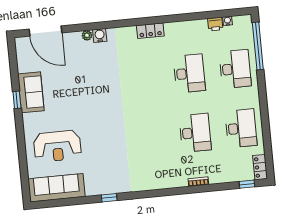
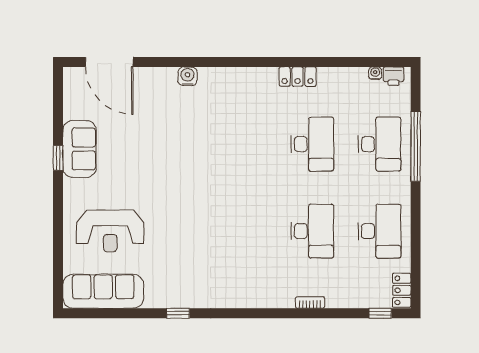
printer: (215, 24) -> (393, 76), moved
locker: (150, 31) -> (298, 77), moved
plant: (87, 35) -> (169, 74), removed
window: (258, 46) -> (416, 146), moved

